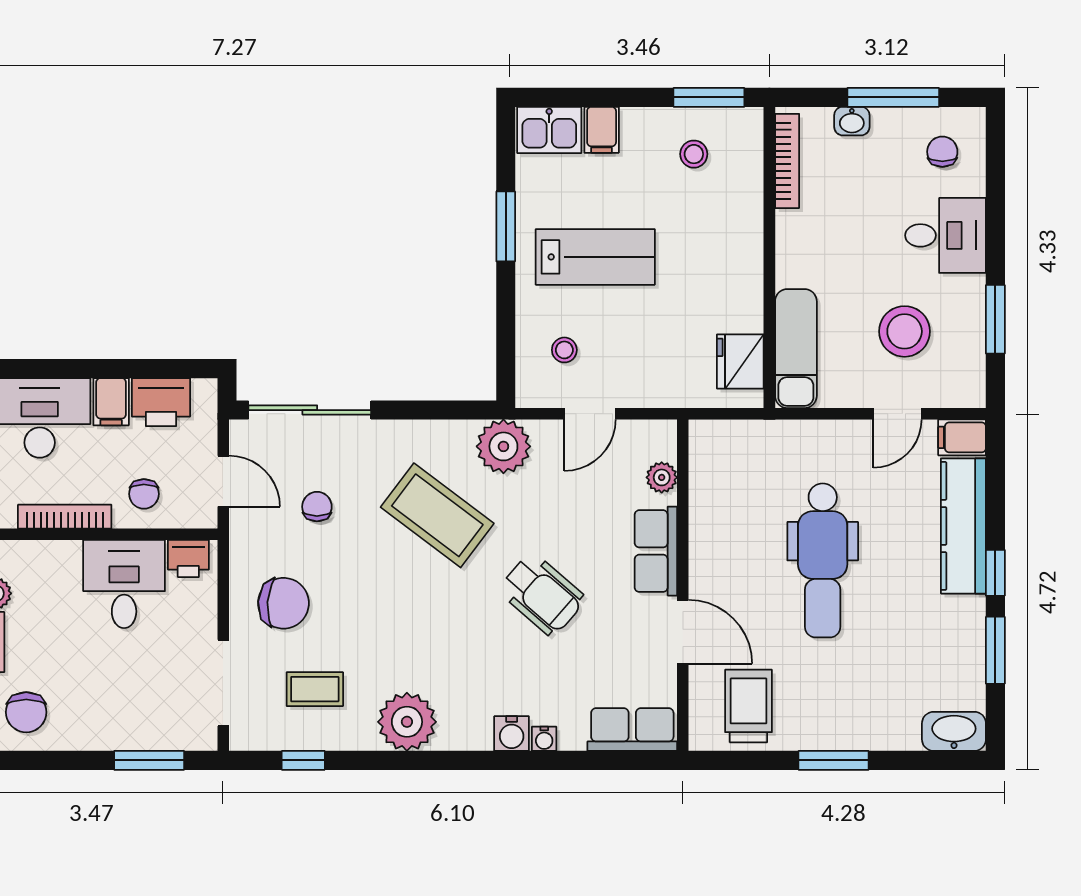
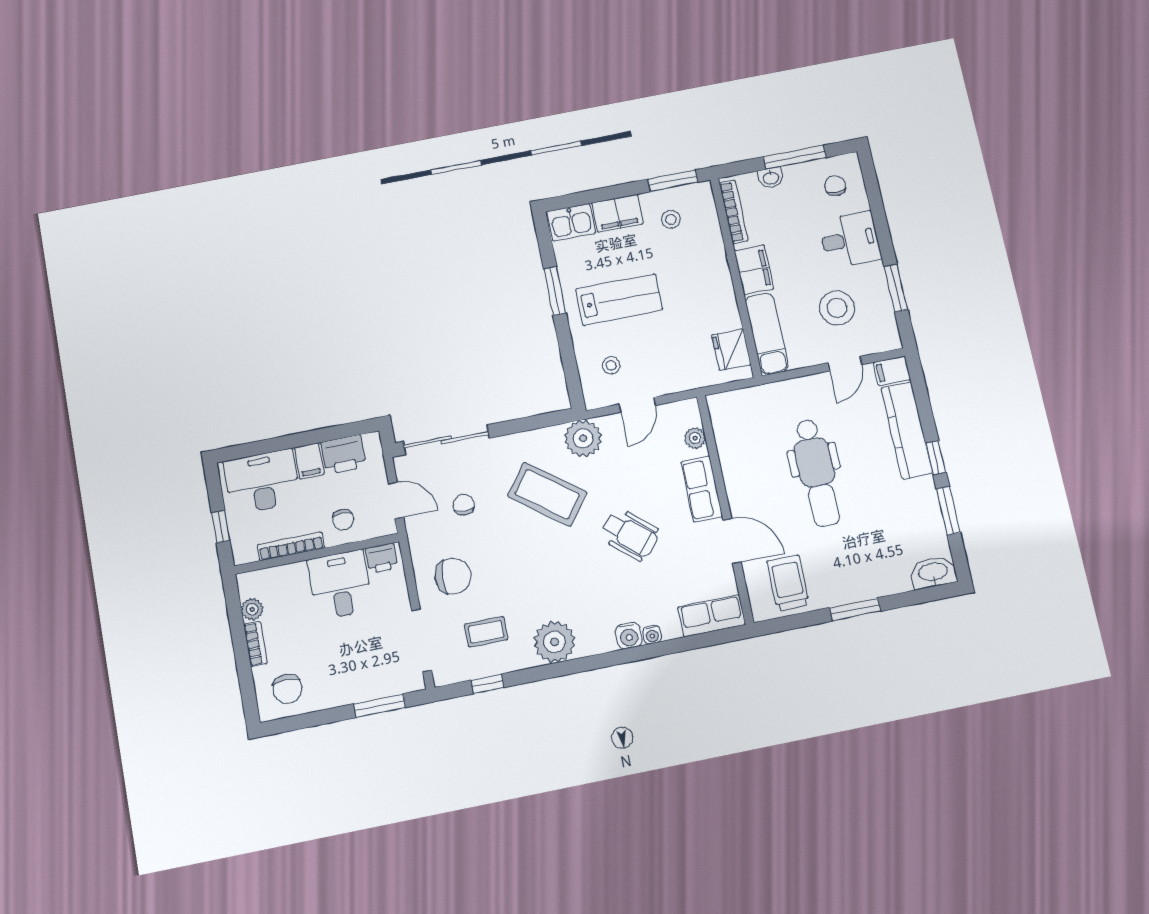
filing cabinet: (602, 130) -> (617, 213), width x2.00
filing cabinet: (798, 252) -> (754, 270), added

